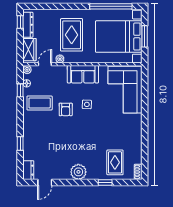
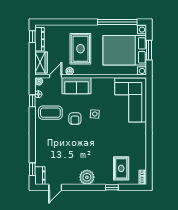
sofa: (83, 74) -> (76, 86), moved
window: (20, 144) -> (32, 169), moved

